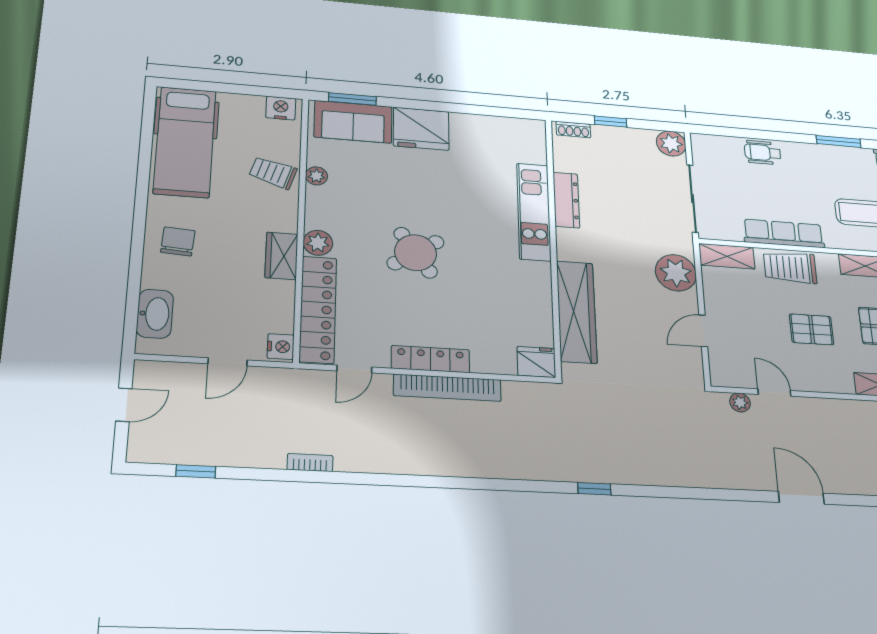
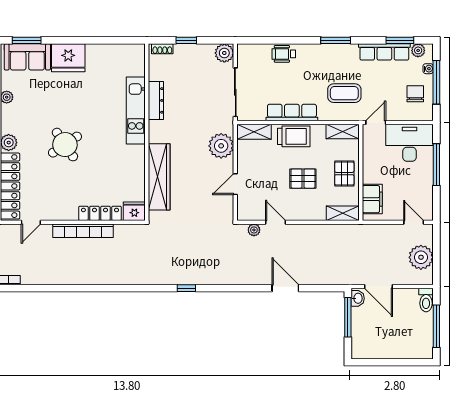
trolley: (790, 267) -> (294, 136), turned 180
locker: (431, 359) -> (100, 213), moved
window: (594, 489) -> (186, 288), moved

